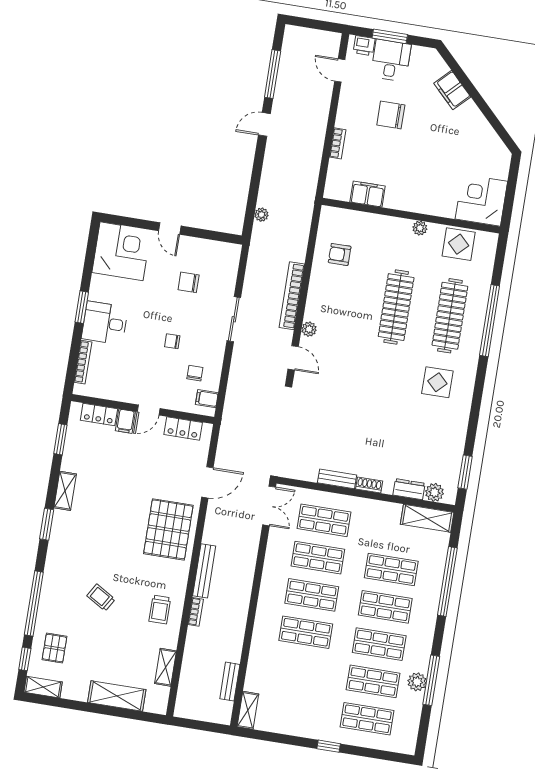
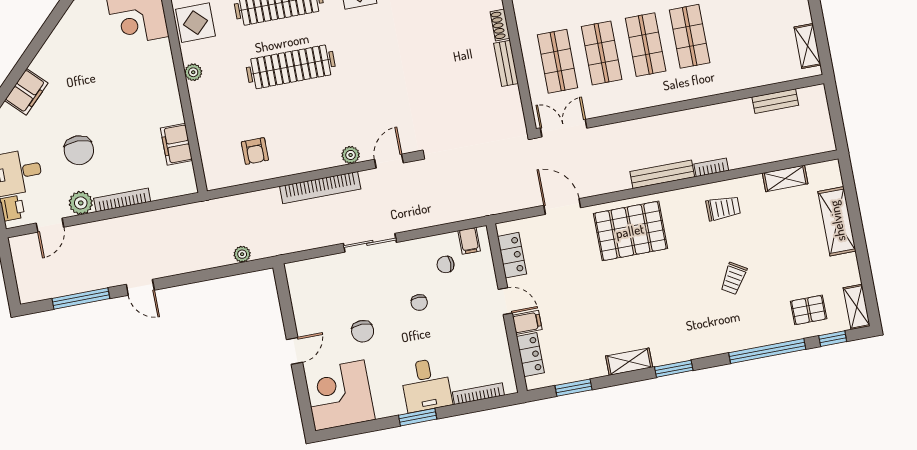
plant: (348, 101) -> (81, 203), added
bookcase: (338, 143) -> (122, 200), width x1.56
chair: (189, 282) -> (363, 331), moved
shelving: (248, 710) -> (807, 46), moved, turned 90

